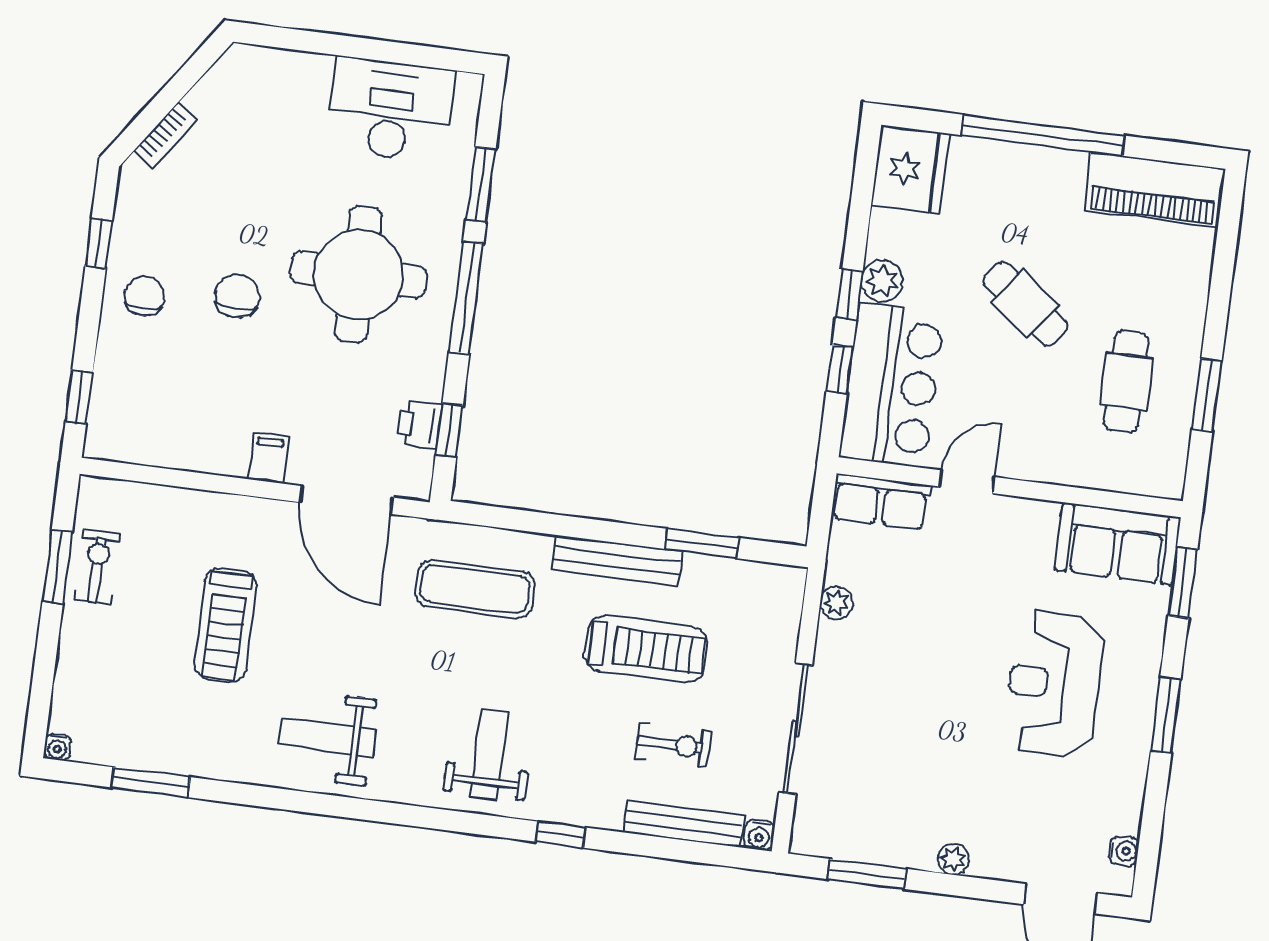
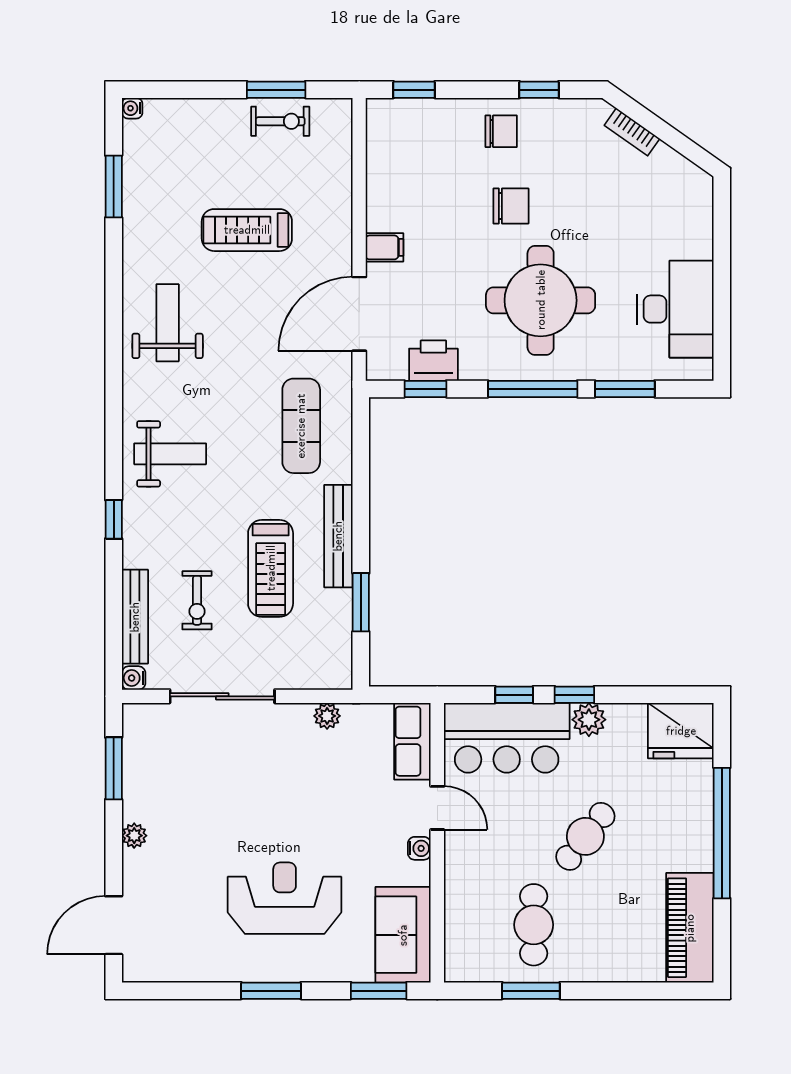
cafe table: (1126, 381) -> (534, 925), turned 90
printer: (419, 425) -> (433, 361), width x1.36, depth x1.24
water cooler: (1124, 851) -> (419, 848), moved, turned -90

